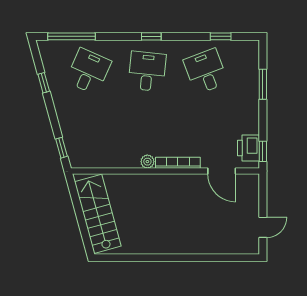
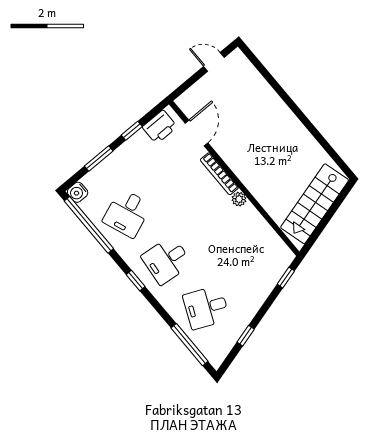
window: (221, 36) -> (89, 225), width x3.17
water cooler: (251, 48) -> (78, 192), added
window: (263, 151) -> (132, 131), moved

